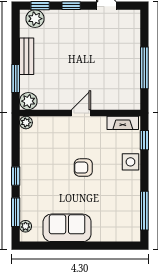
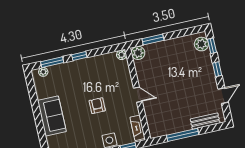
bench: (27, 56) -> (205, 121), moved
sofa: (67, 228) -> (52, 116), moved

